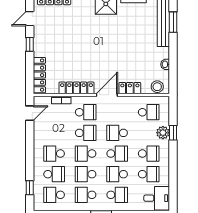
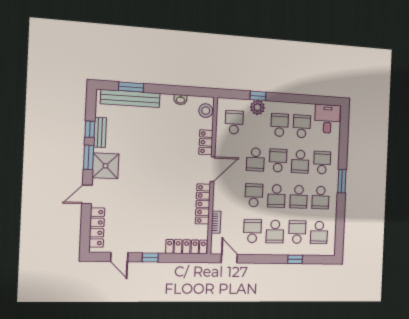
door: (107, 95) -> (213, 169), swing flipped
school desk: (86, 112) -> (252, 231), moved
window: (30, 188) -> (295, 259), moved

